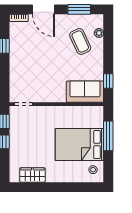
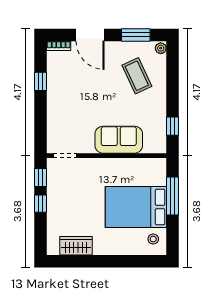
plant: (99, 33) -> (161, 48), moved
sofa: (85, 92) -> (119, 140), moved

